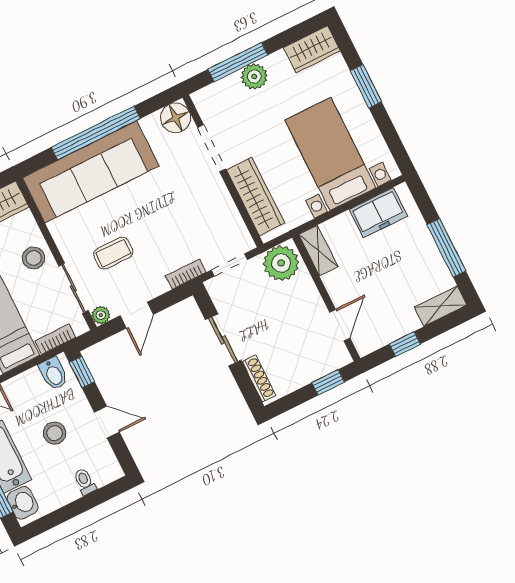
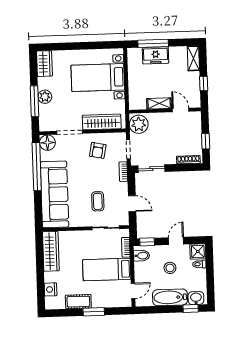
window: (366, 86) -> (74, 46), removed
window: (96, 133) -> (37, 166), moved
armchair: (202, 212) -> (98, 150), added
freezer: (378, 213) -> (156, 55), moved, turned 90
window: (446, 248) -> (153, 43), moved
shelving: (318, 251) -> (159, 103), moved
stool: (34, 258) -> (83, 240), removed
plant: (101, 315) -> (124, 221), removed
sliding door: (223, 340) -> (151, 169), moved
window: (328, 382) -> (206, 141), moved
shower: (106, 469) -> (198, 252), added

